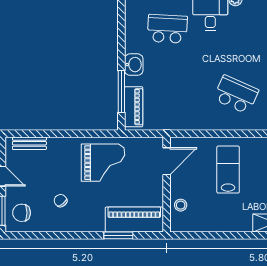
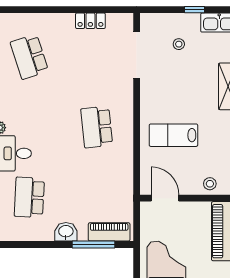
school desk: (236, 95) -> (97, 127), turned -30

